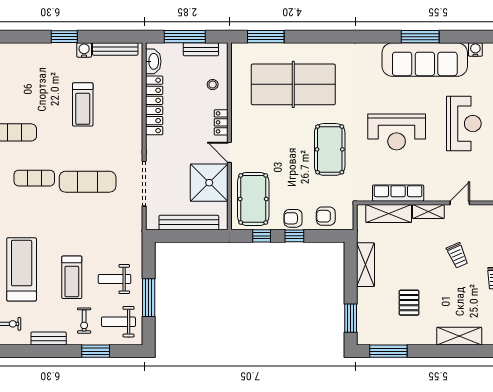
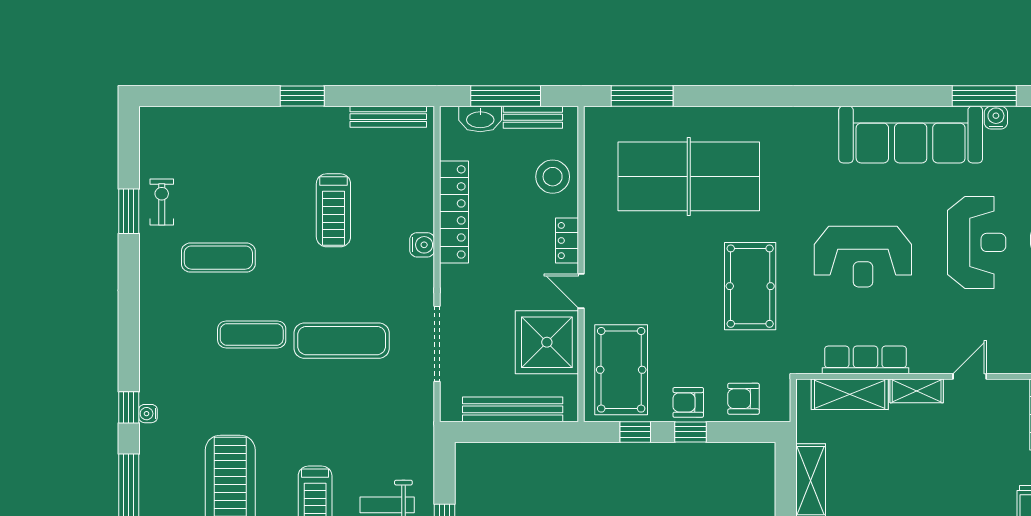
window: (420, 37) -> (984, 96), moved
water cooler: (84, 50) -> (422, 245), moved, turned 90
washbasin: (153, 61) -> (480, 119), moved, turned 90
stool: (213, 85) -> (553, 177), width x1.89, depth x1.89
trolley: (457, 255) -> (965, 465), removed

